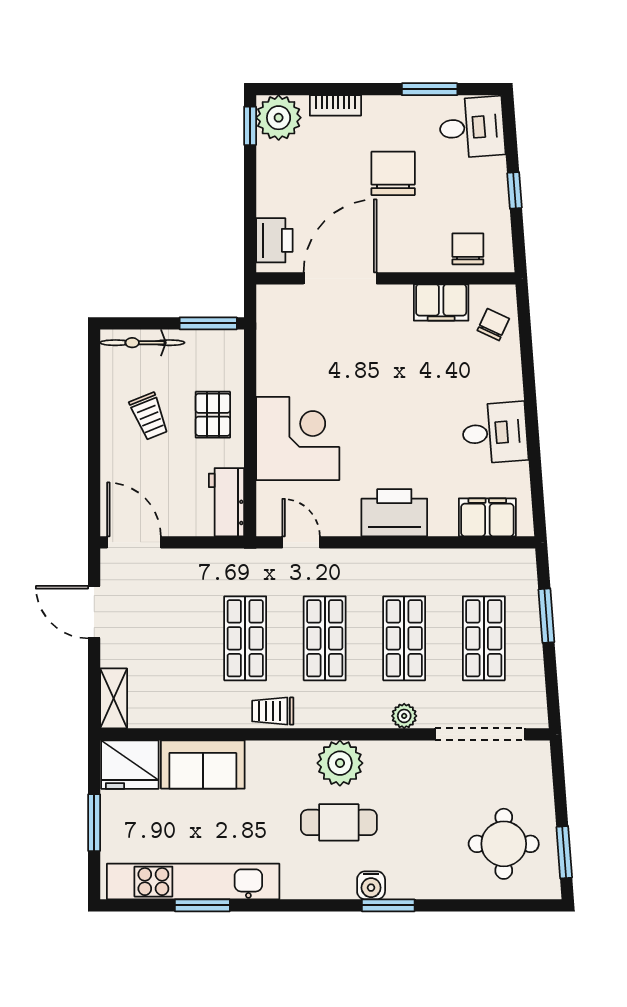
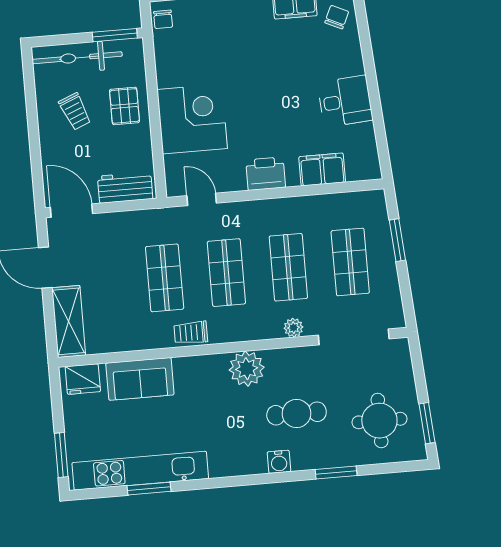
chair: (272, 308) -> (163, 19), added
bicycle: (142, 343) -> (77, 58), width x1.37, depth x1.40
workbench: (226, 502) -> (125, 187), moved, turned 90
printer: (394, 513) -> (266, 174), width x0.73, depth x0.84
filing cabinet: (487, 517) -> (322, 169), moved
shelving: (114, 698) -> (69, 321), width x1.50, depth x1.33
fridge: (130, 765) -> (83, 379), width x0.73, depth x0.75
cafe table: (339, 822) -> (297, 413), moved
window: (94, 823) -> (61, 455), moved
window: (388, 905) -> (336, 473), moved

